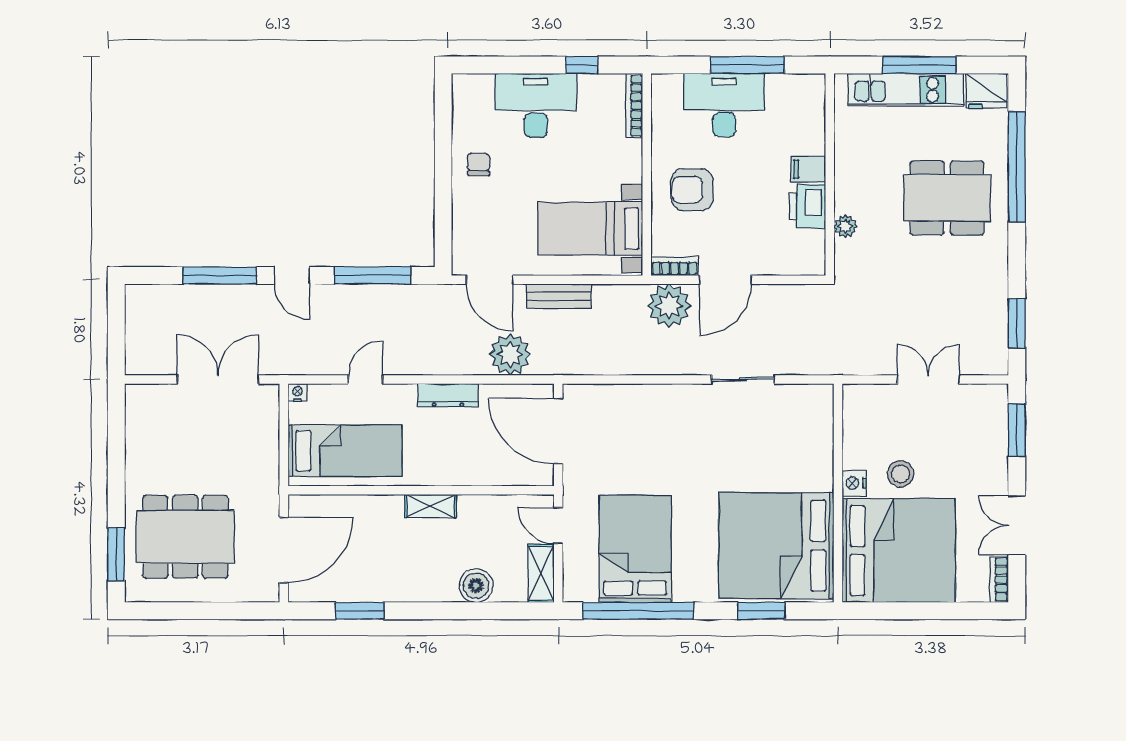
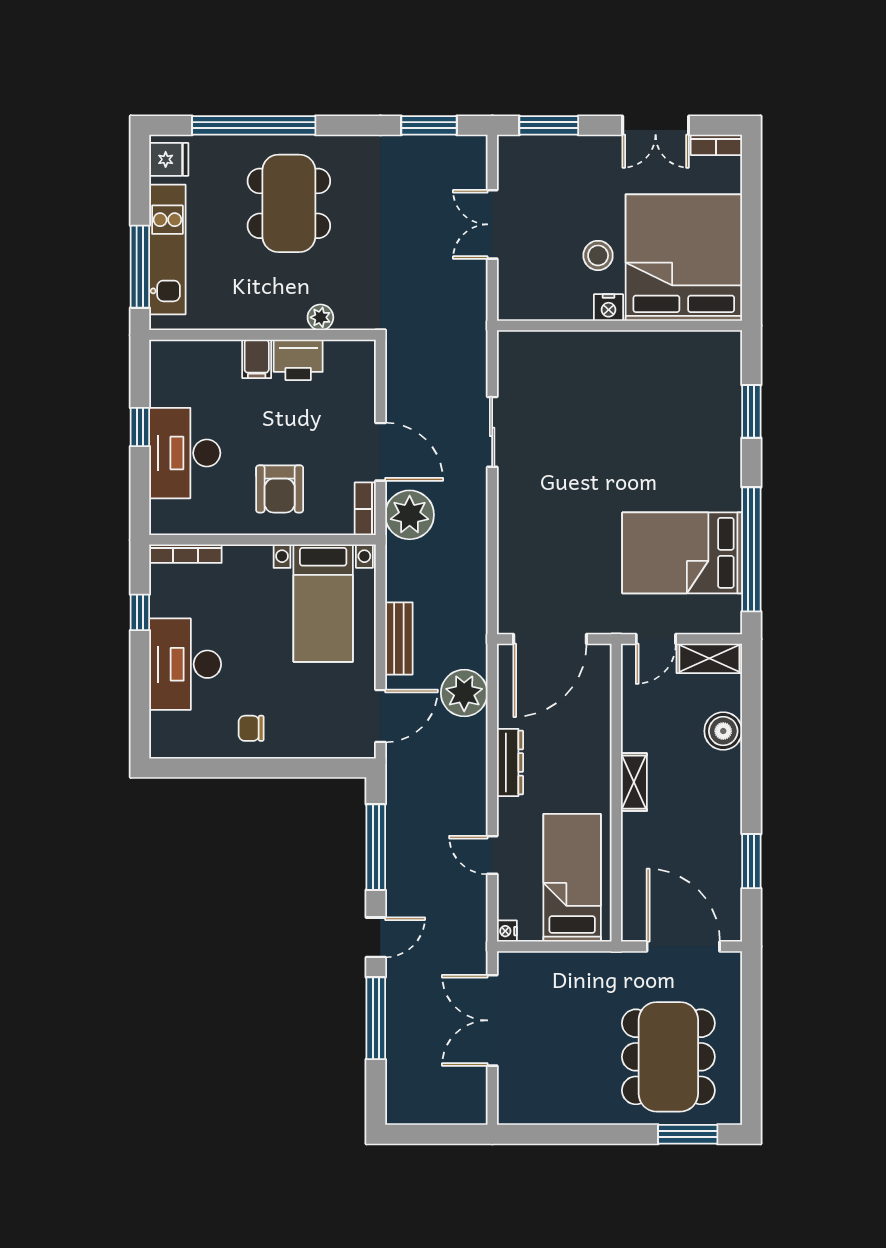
window: (747, 65) -> (140, 427), width x0.46
window: (919, 65) -> (140, 267), moved
fridge: (986, 91) -> (169, 159), width x0.72
bed: (776, 546) -> (678, 395), removed

